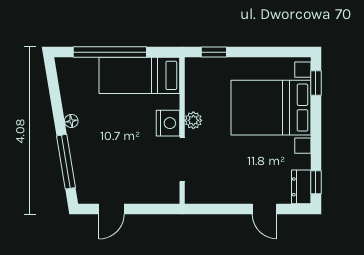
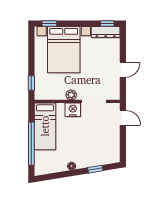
window: (66, 162) -> (95, 169), width x0.46
dresser: (301, 187) -> (106, 32), width x1.44
door: (111, 209) -> (123, 118), moved
door: (264, 209) -> (123, 70), moved

